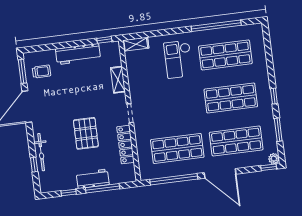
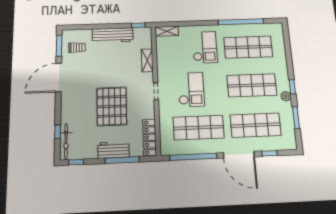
checkout: (178, 59) -> (205, 47), turned 180
checkout: (167, 108) -> (191, 90), added
pallet: (86, 133) -> (112, 106), width x1.37, depth x1.41
locker: (126, 145) -> (149, 137), moved
bicycle: (41, 152) -> (66, 142), moved
plant: (274, 159) -> (286, 96), moved
window: (269, 167) -> (269, 153), moved
window: (69, 193) -> (76, 162), moved

